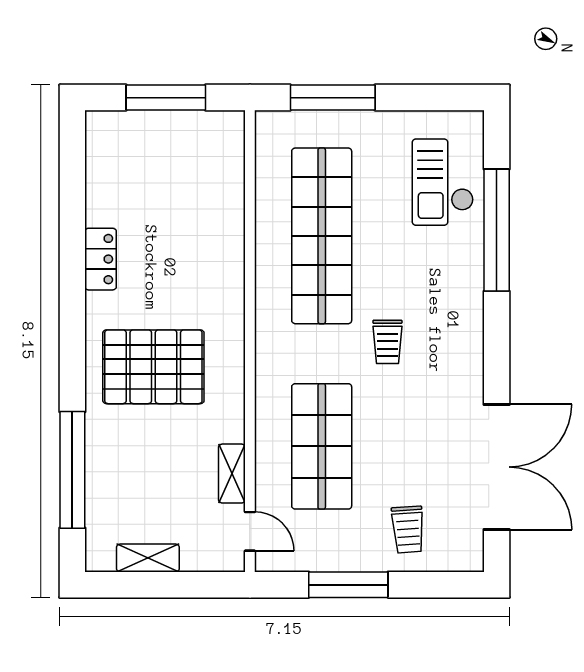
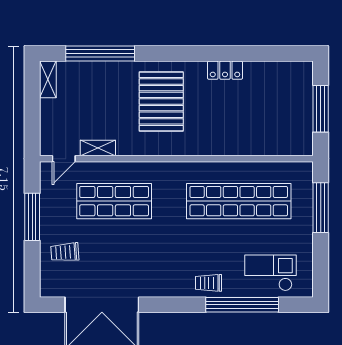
trolley: (387, 342) -> (209, 283), moved
shelving: (148, 558) -> (48, 79), moved

